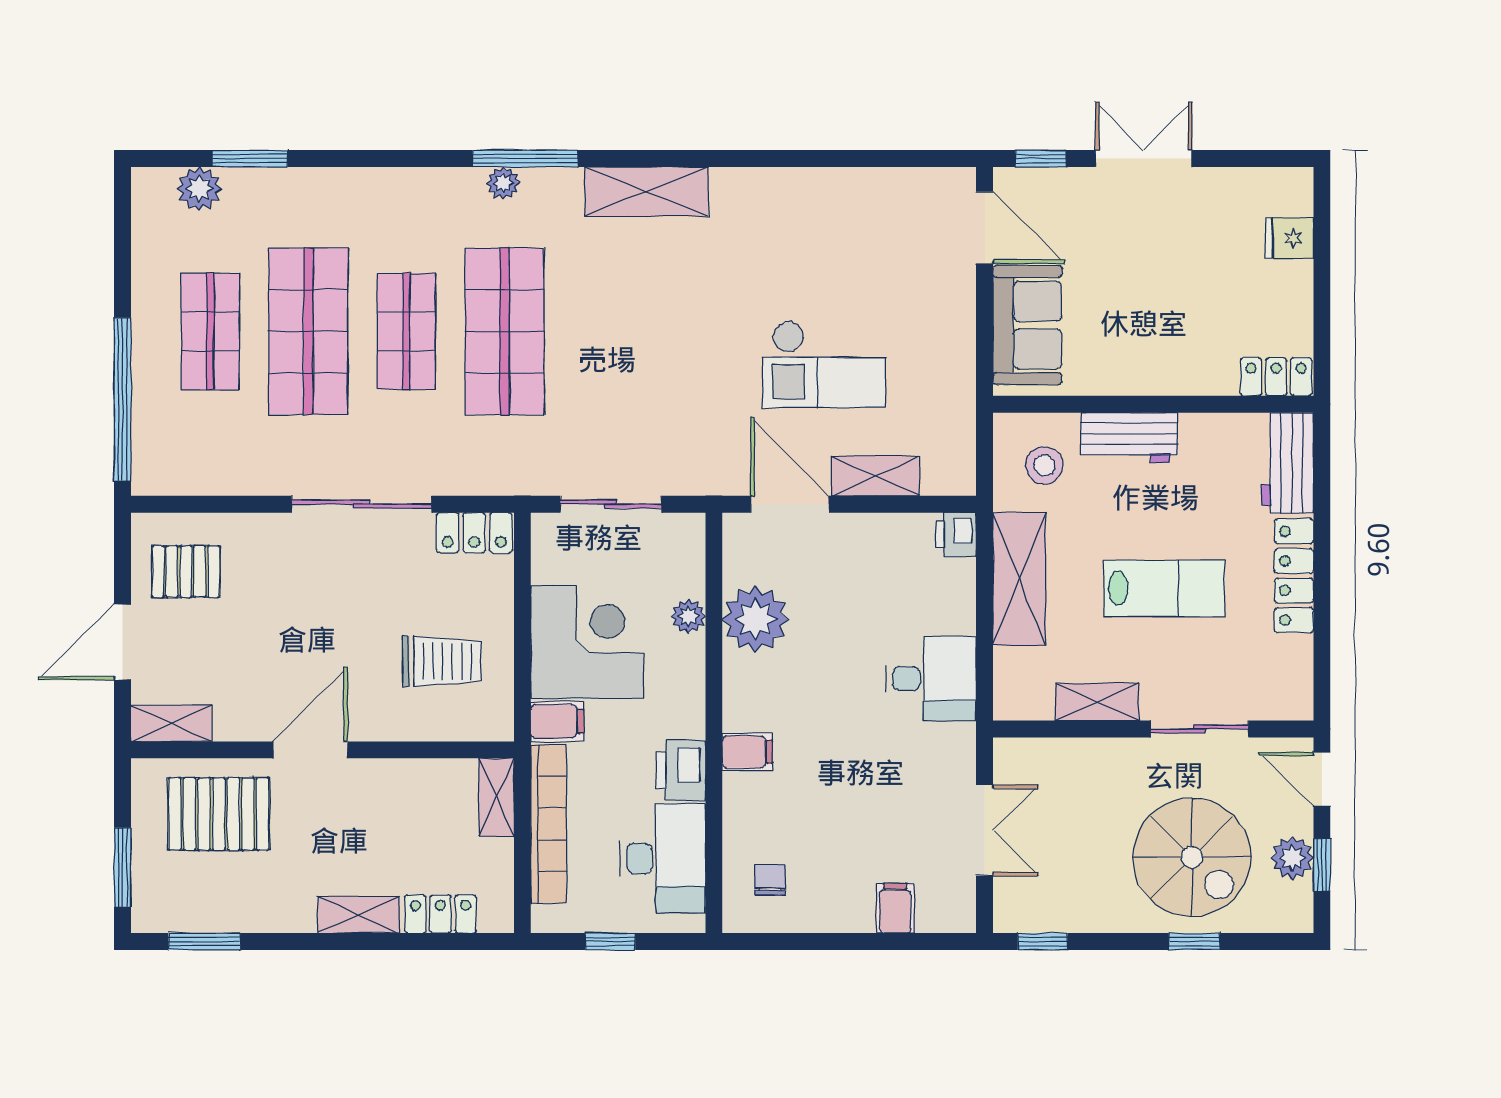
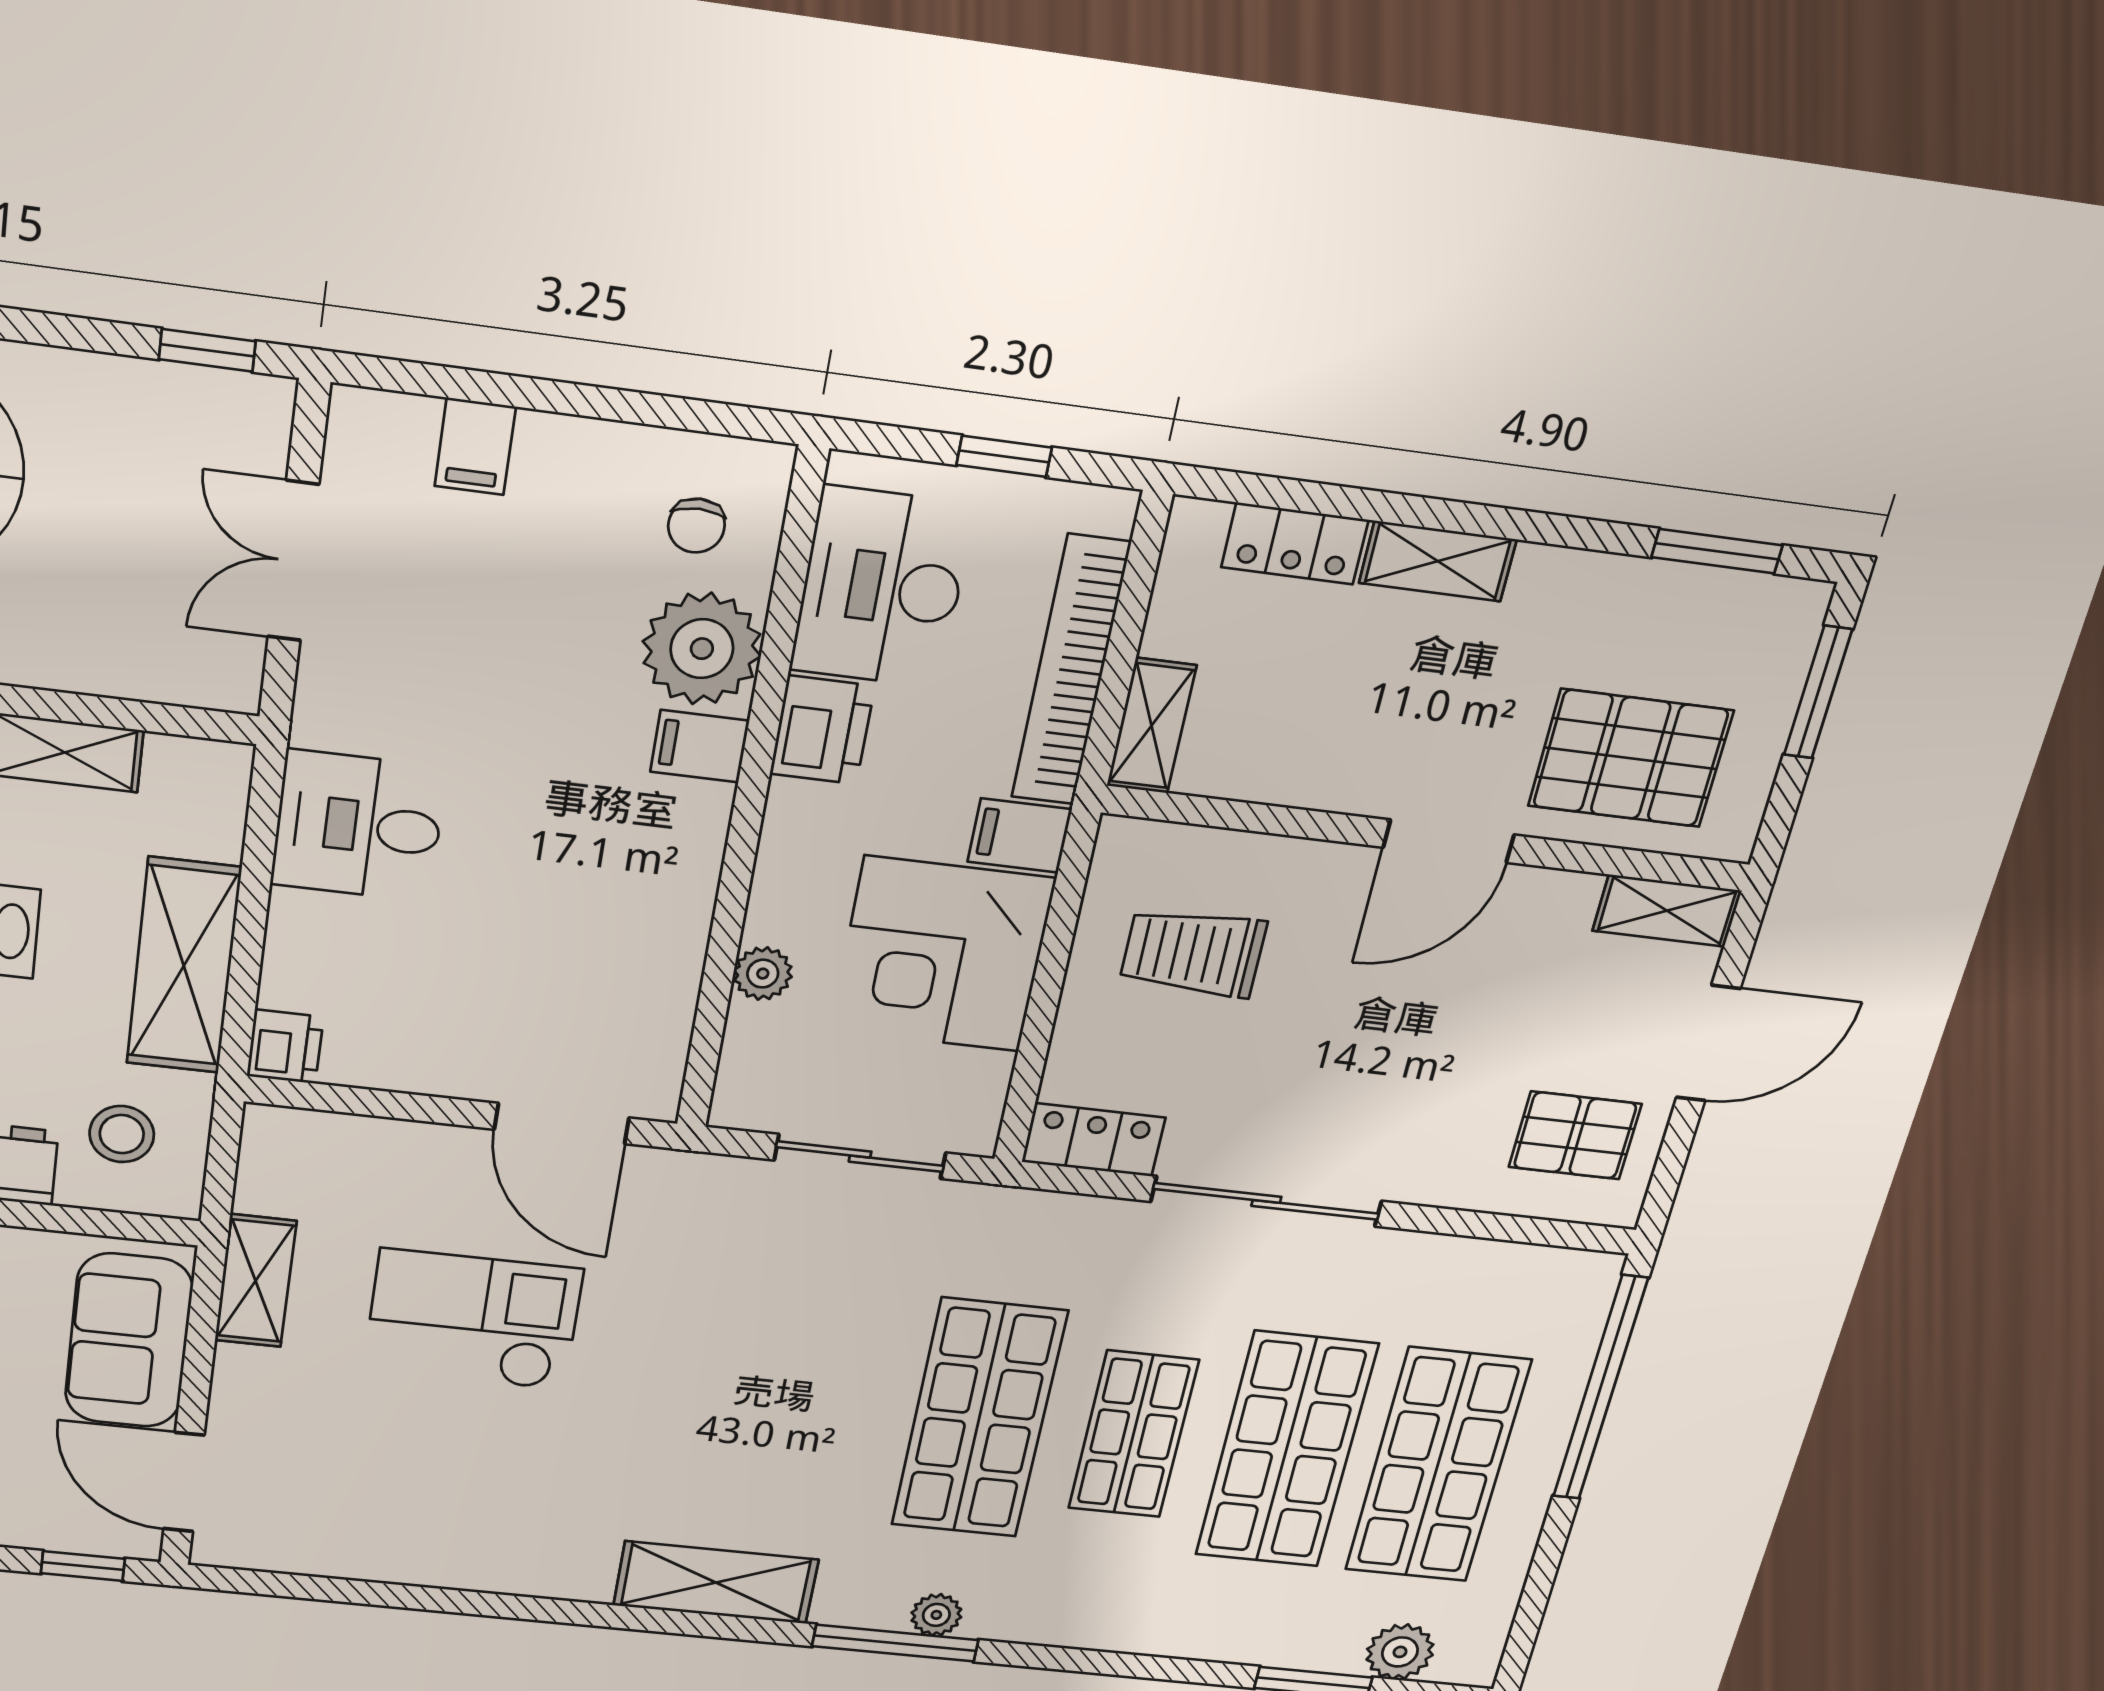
shop shelf: (210, 331) -> (1438, 1466), width x1.43, depth x1.36
shelving: (876, 476) -> (256, 1281), moved, turned 90
plant: (755, 619) -> (702, 649), moved

